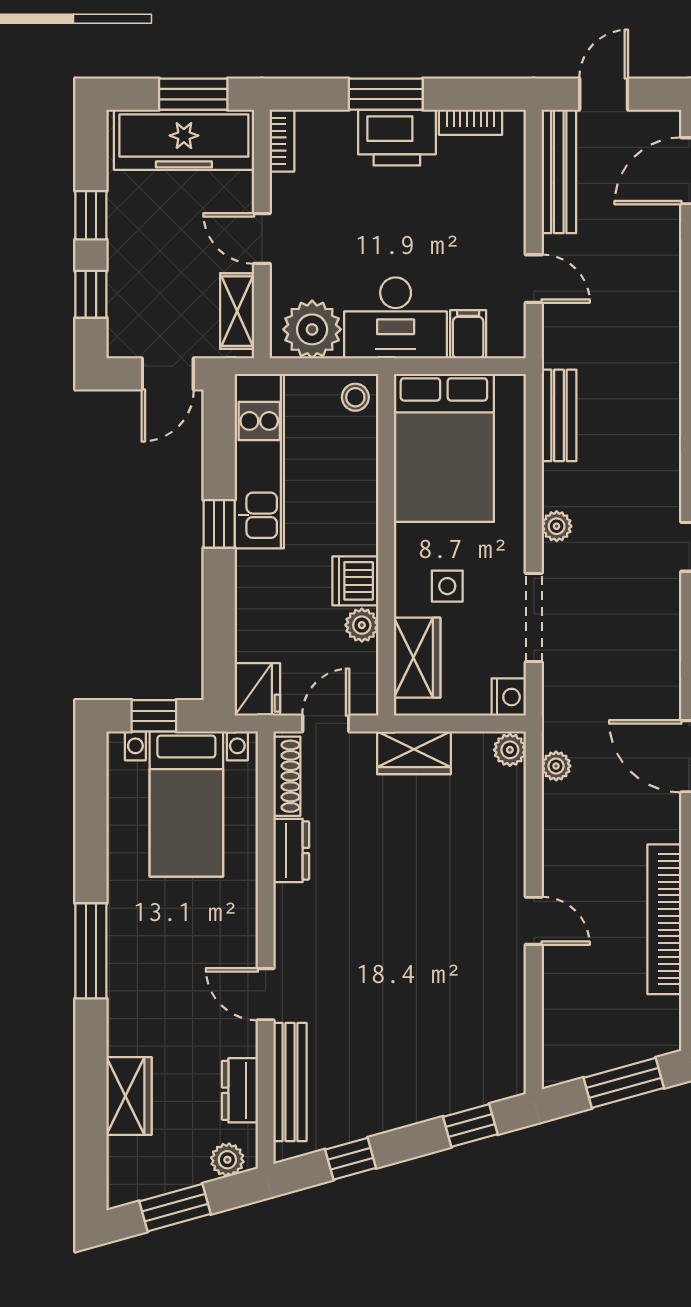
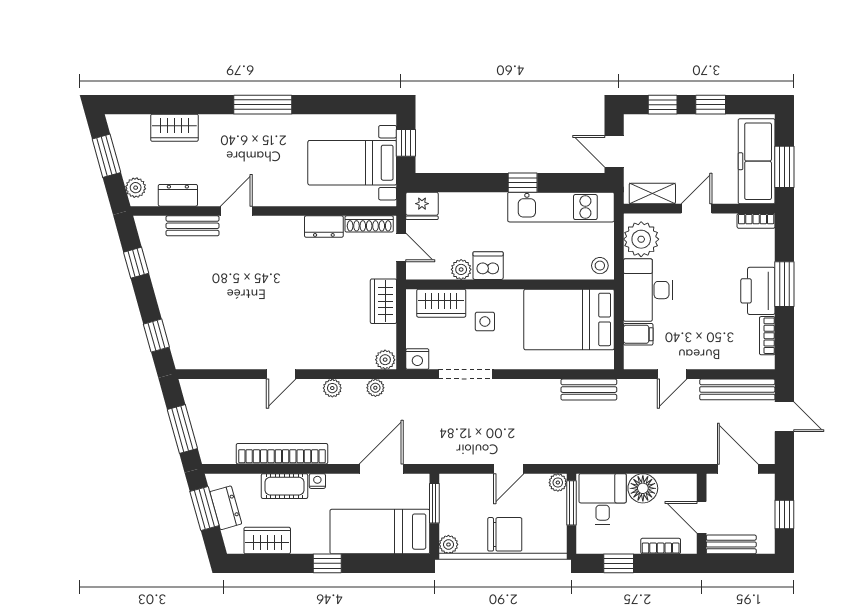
plant: (557, 526) -> (332, 388), moved
bench: (290, 1082) -> (193, 226), width x0.73

